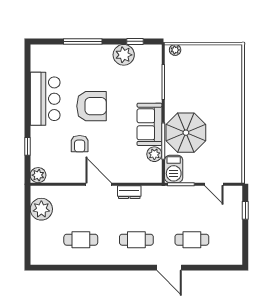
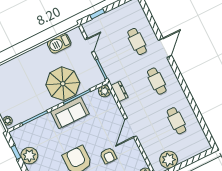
armchair: (80, 144) -> (108, 156), turned 90
plant: (154, 154) -> (104, 91), moved
barbecue: (174, 169) -> (59, 43), moved, turned 180
dresser: (129, 192) -> (120, 91), moved

